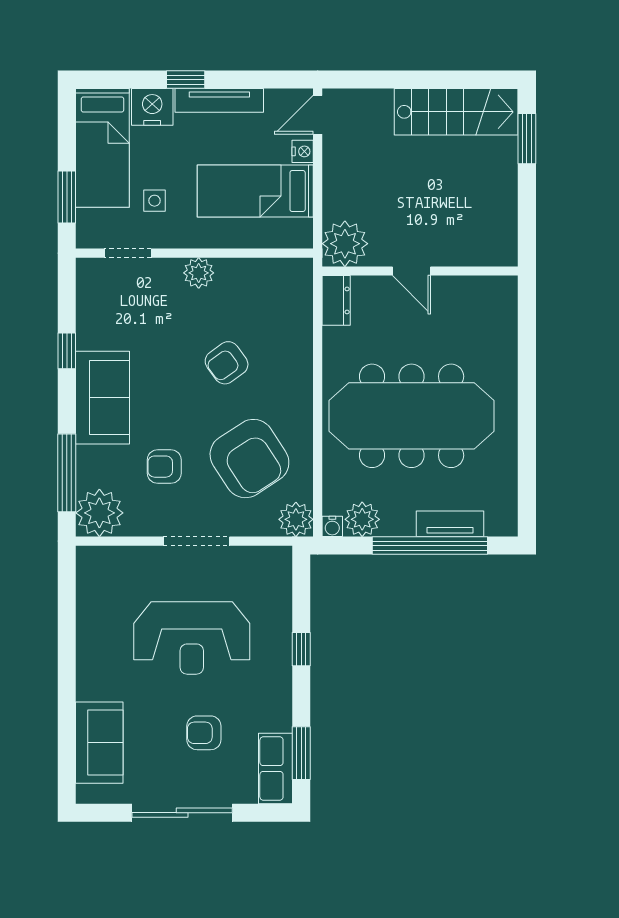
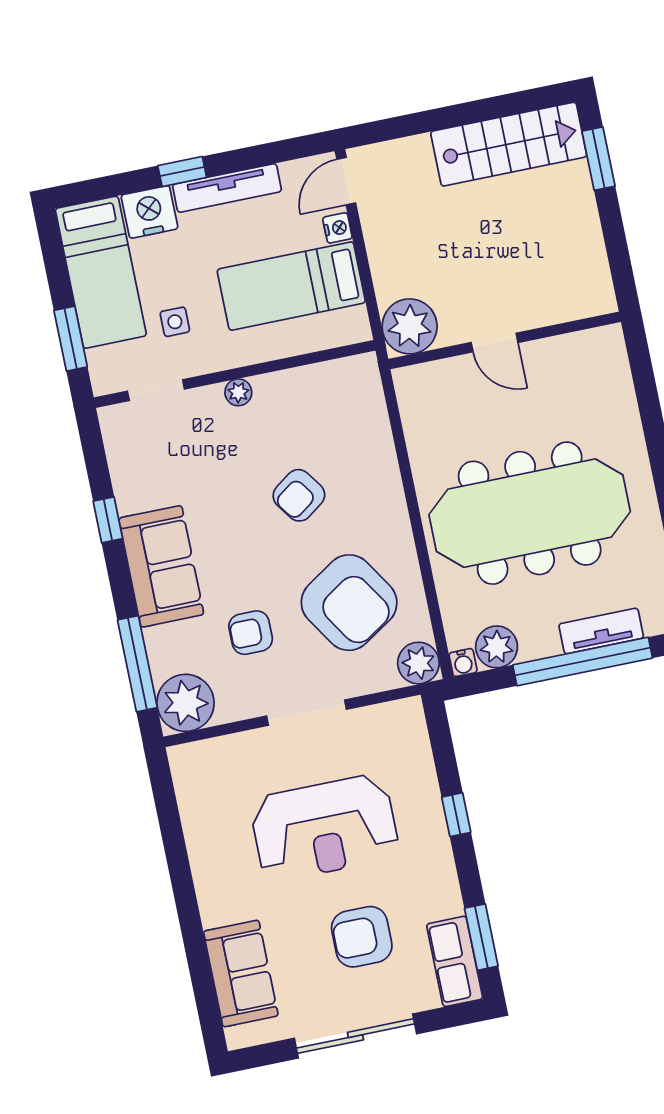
plant: (199, 273) -> (238, 392), width x0.73, depth x0.73
dresser: (336, 300) -> (413, 395), removed
armchair: (204, 733) -> (362, 937), width x1.38, depth x1.38

